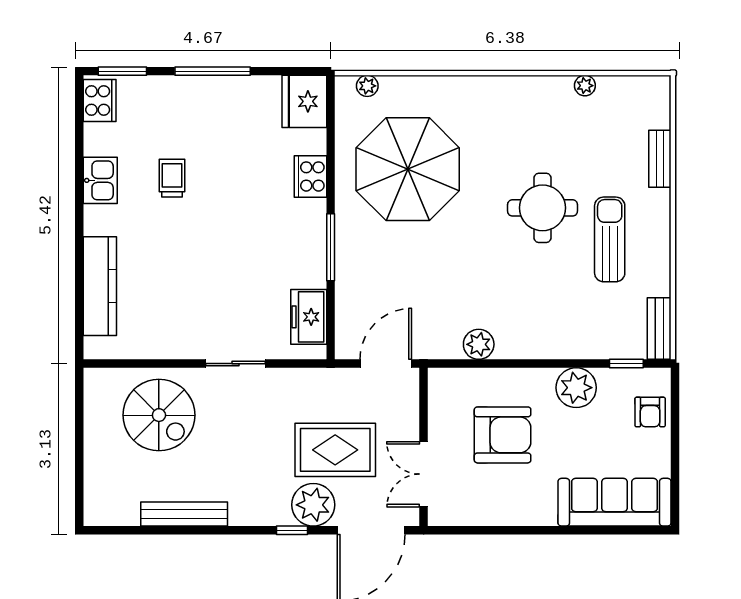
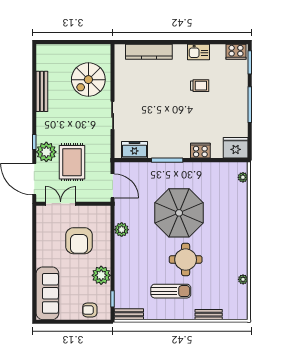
parasol: (408, 169) -> (179, 213), moved

